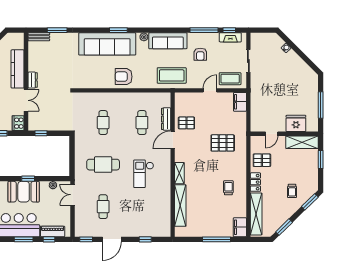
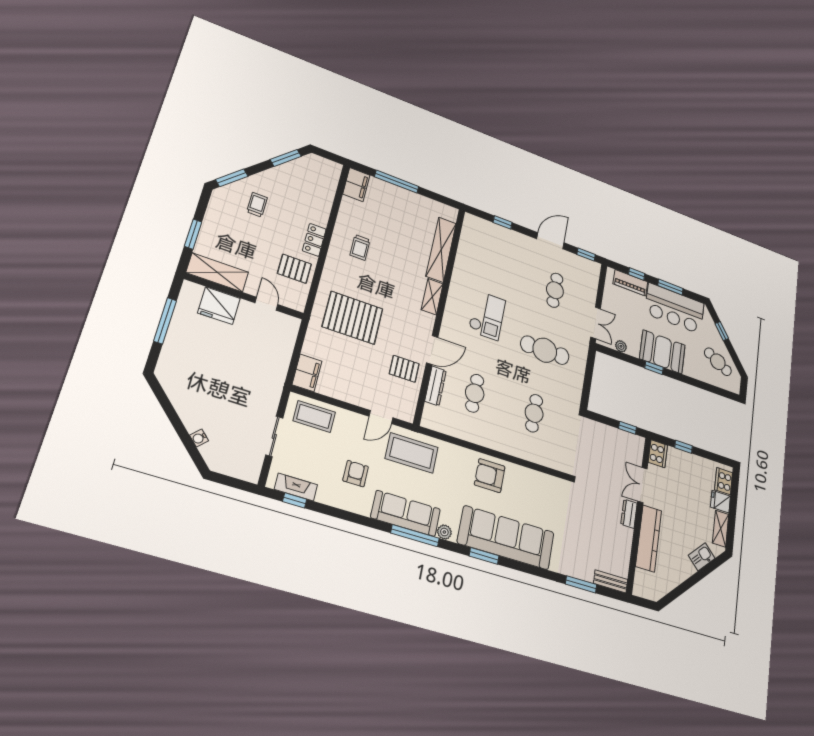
window: (204, 30) -> (415, 536), moved
armchair: (124, 77) -> (490, 476), turned 180
door: (210, 90) -> (381, 417), moved
door: (272, 134) -> (266, 304), hinge flipped
pallet: (223, 143) -> (353, 318), width x1.37, depth x1.41
shelving: (256, 214) -> (326, 193), removed

